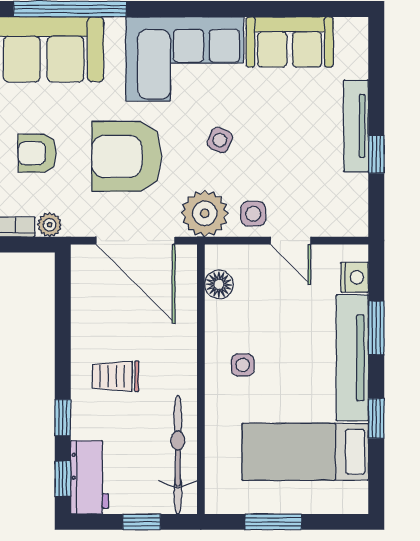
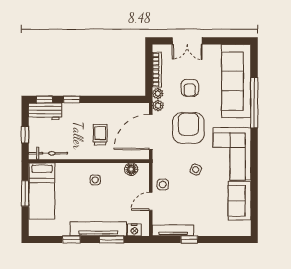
tv unit: (356, 126) -> (173, 230), moved
armchair: (37, 153) -> (190, 88), turned 180
plant: (205, 213) -> (158, 106), moved, width x0.53, depth x0.53
trolley: (115, 376) -> (100, 135), moved
bed: (305, 452) -> (42, 191), moved, turned 180
bicycle: (178, 455) -> (48, 153), width x0.73, depth x0.71

